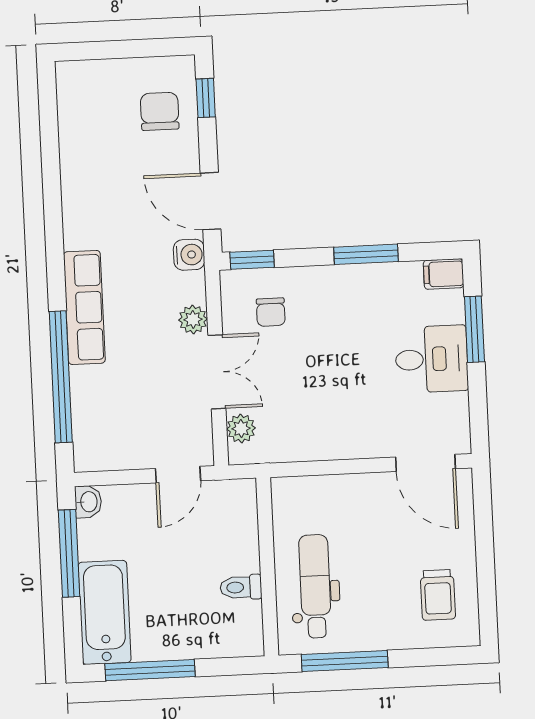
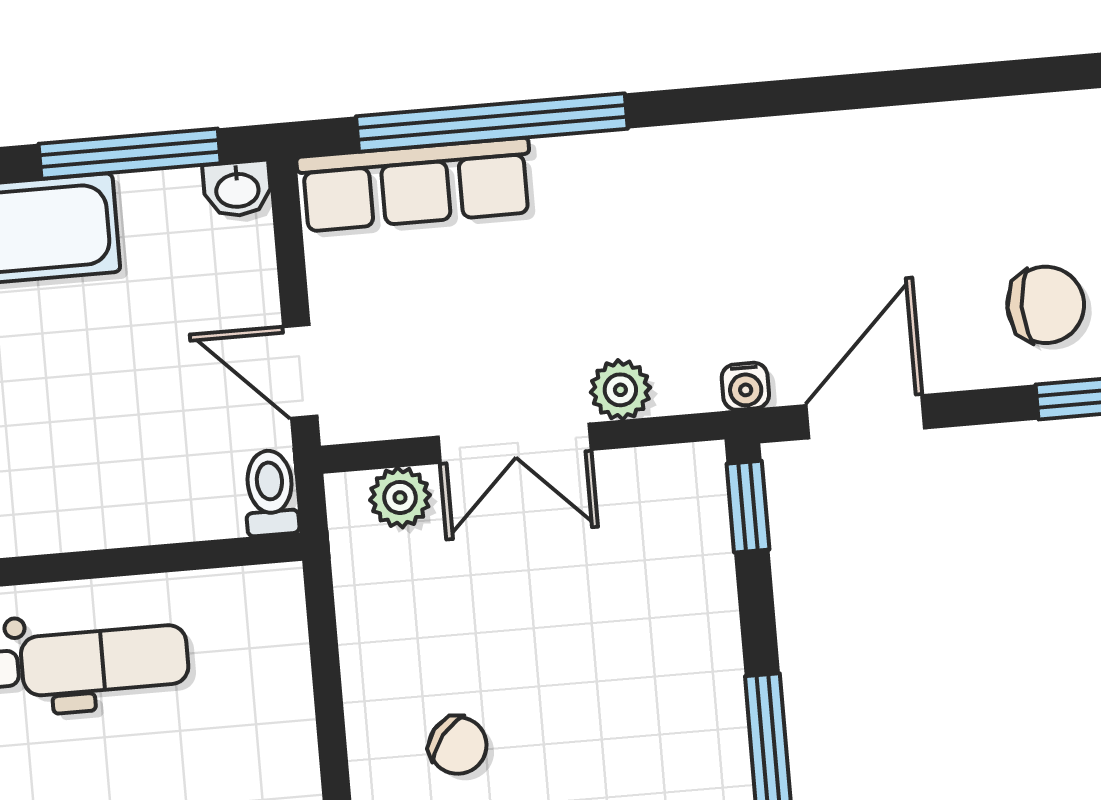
water cooler: (189, 255) -> (745, 386), width x0.72, depth x0.72
row of seats: (84, 307) -> (415, 185), moved
chair: (271, 312) -> (458, 745), moved, turned -141
toilet: (241, 587) -> (270, 493), moved

